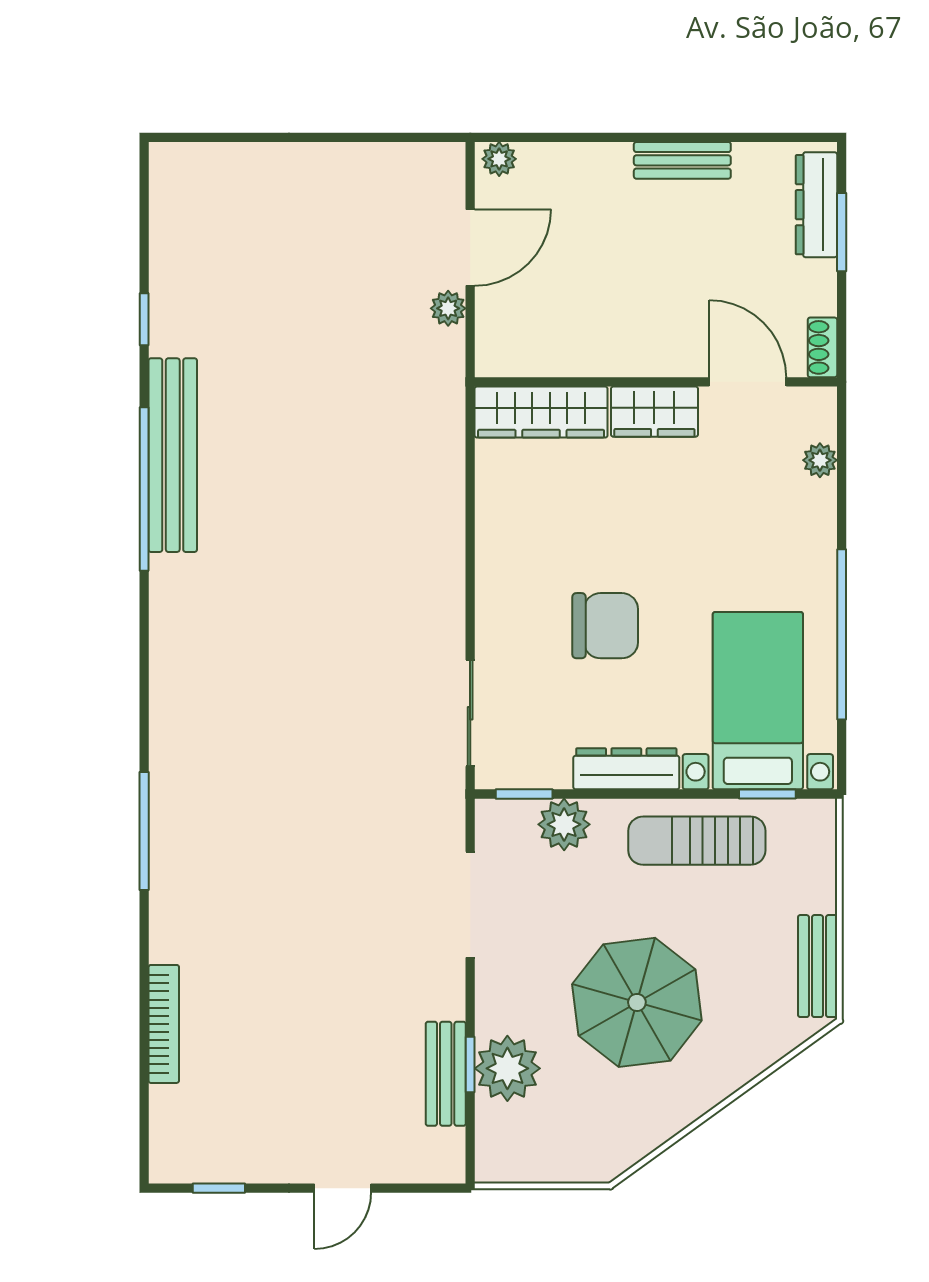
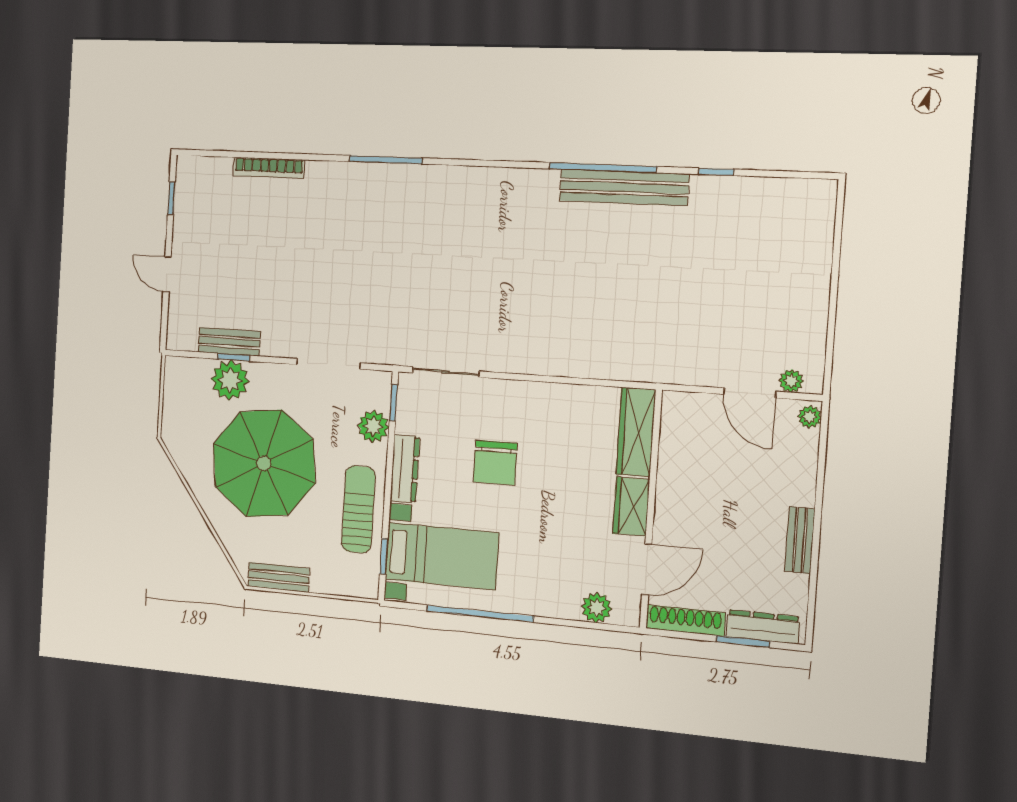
plant: (448, 308) -> (791, 381), moved
shoe rack: (822, 347) -> (685, 620), width x1.94, depth x1.24
plant: (820, 460) -> (597, 608), width x1.38, depth x1.38
parasol: (637, 1002) -> (264, 463), width x1.36, depth x1.36

